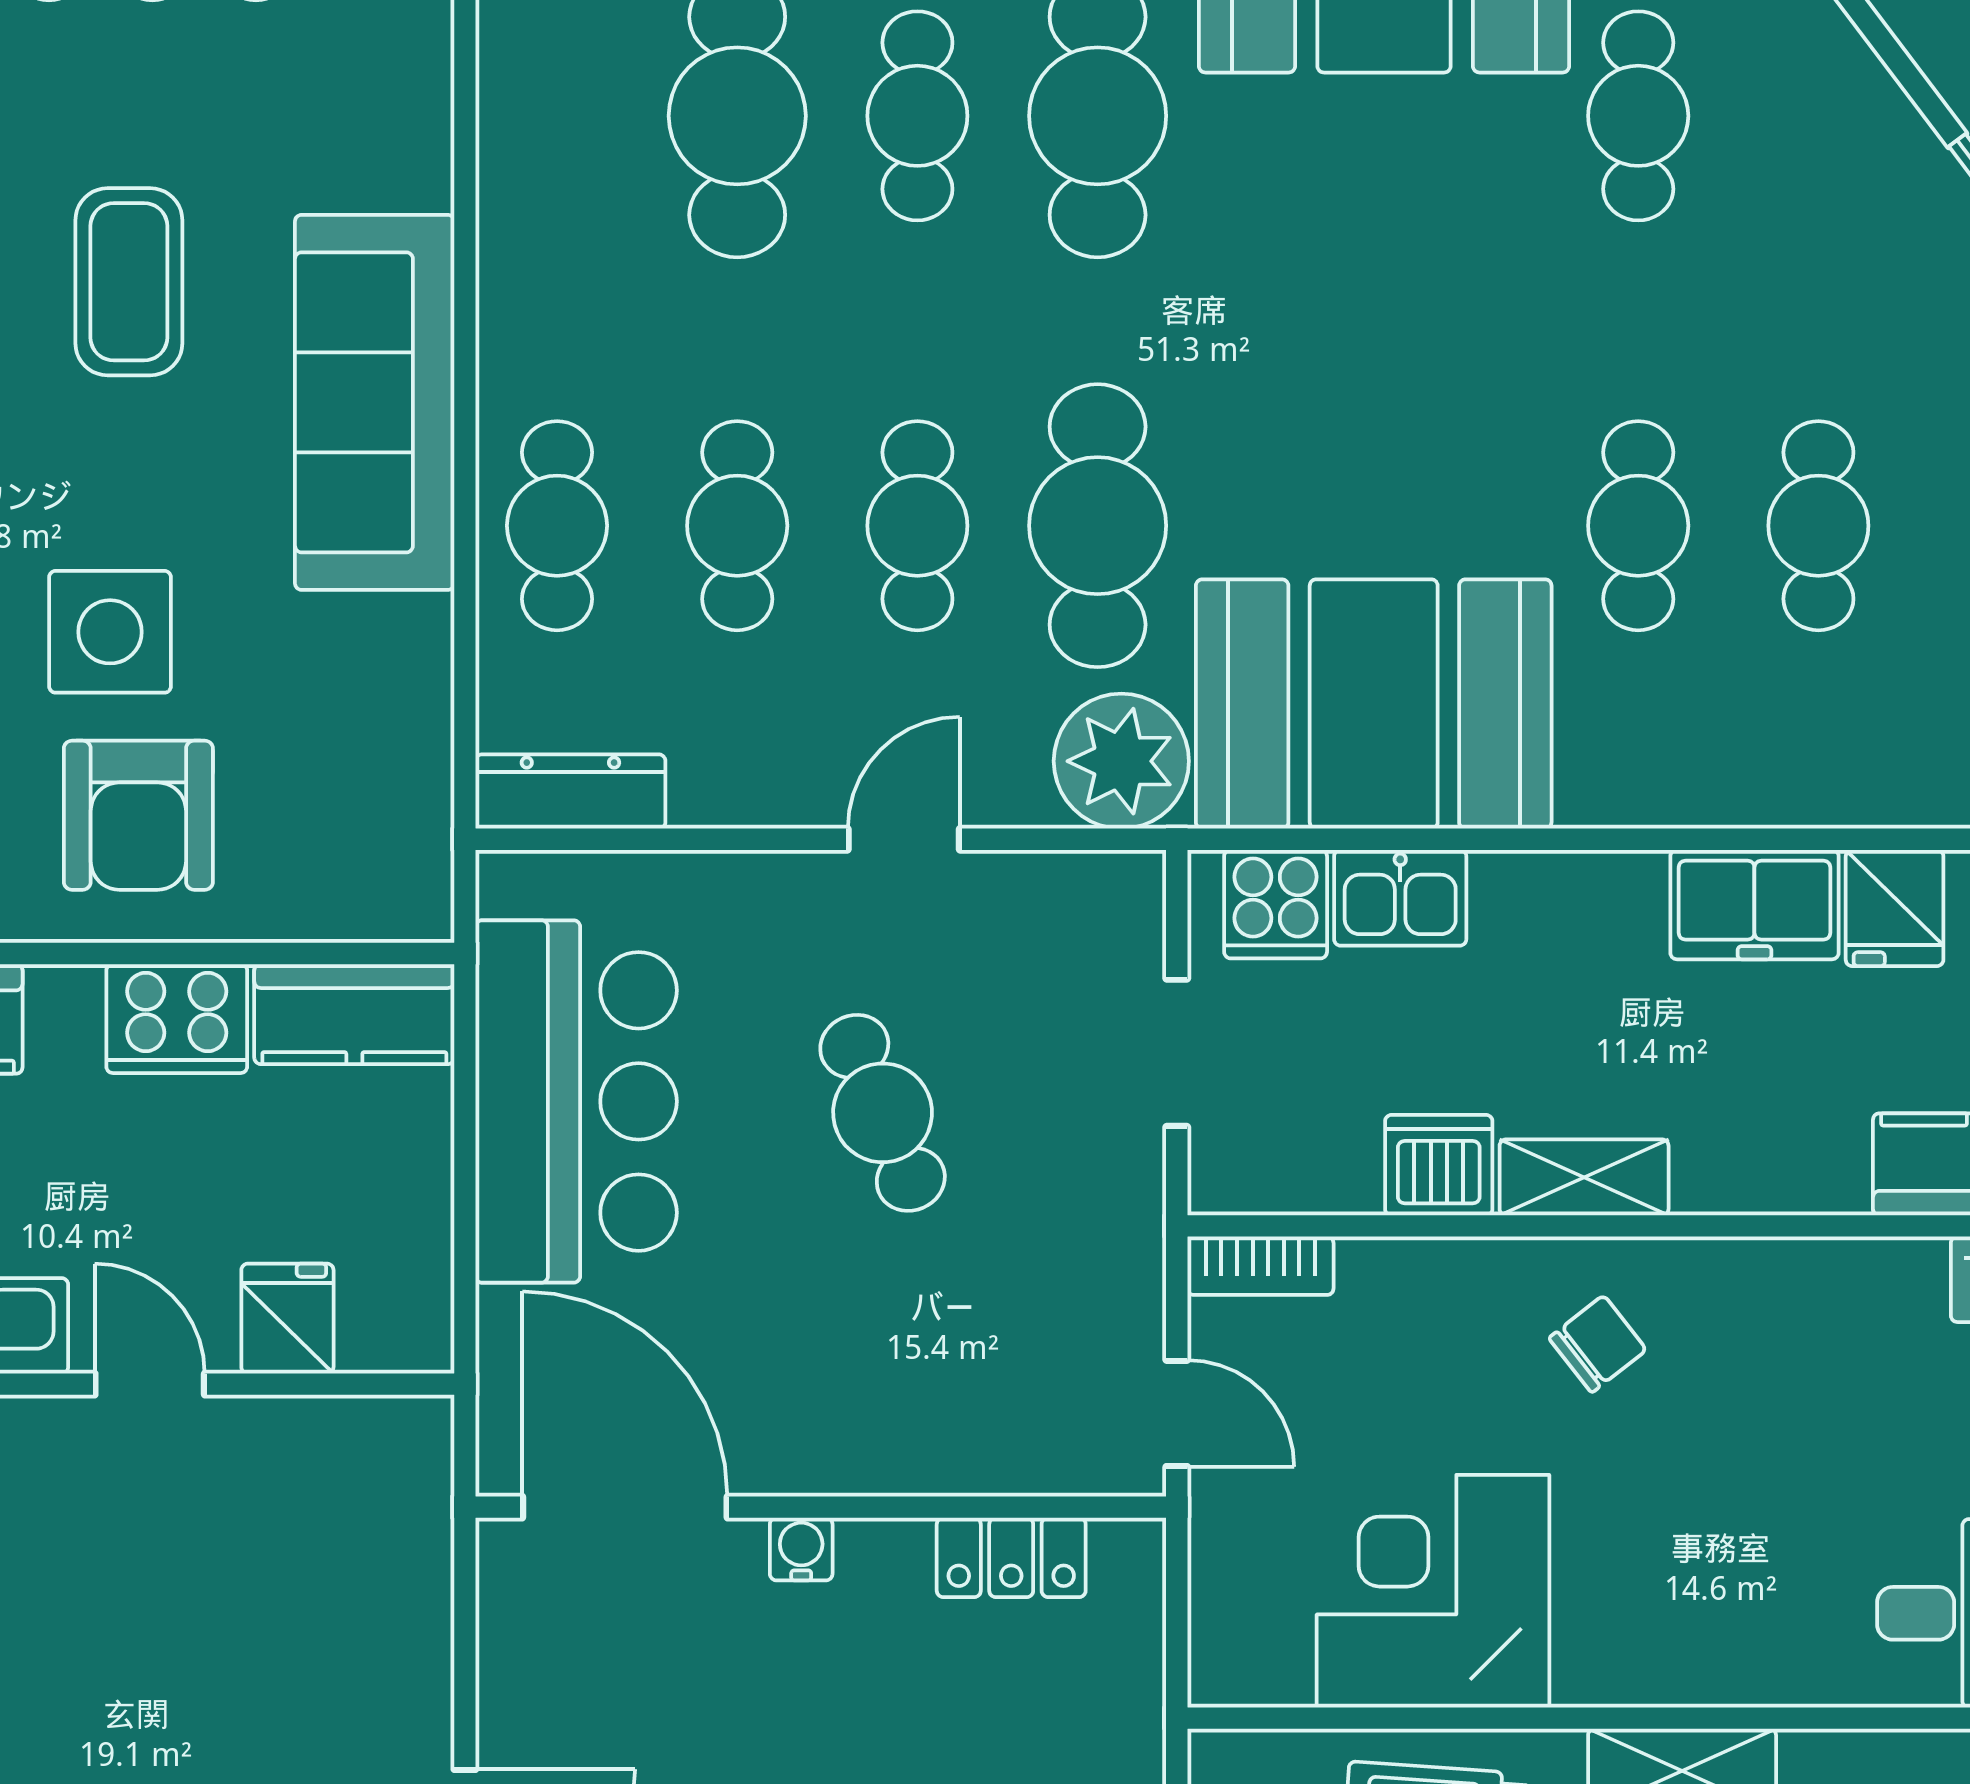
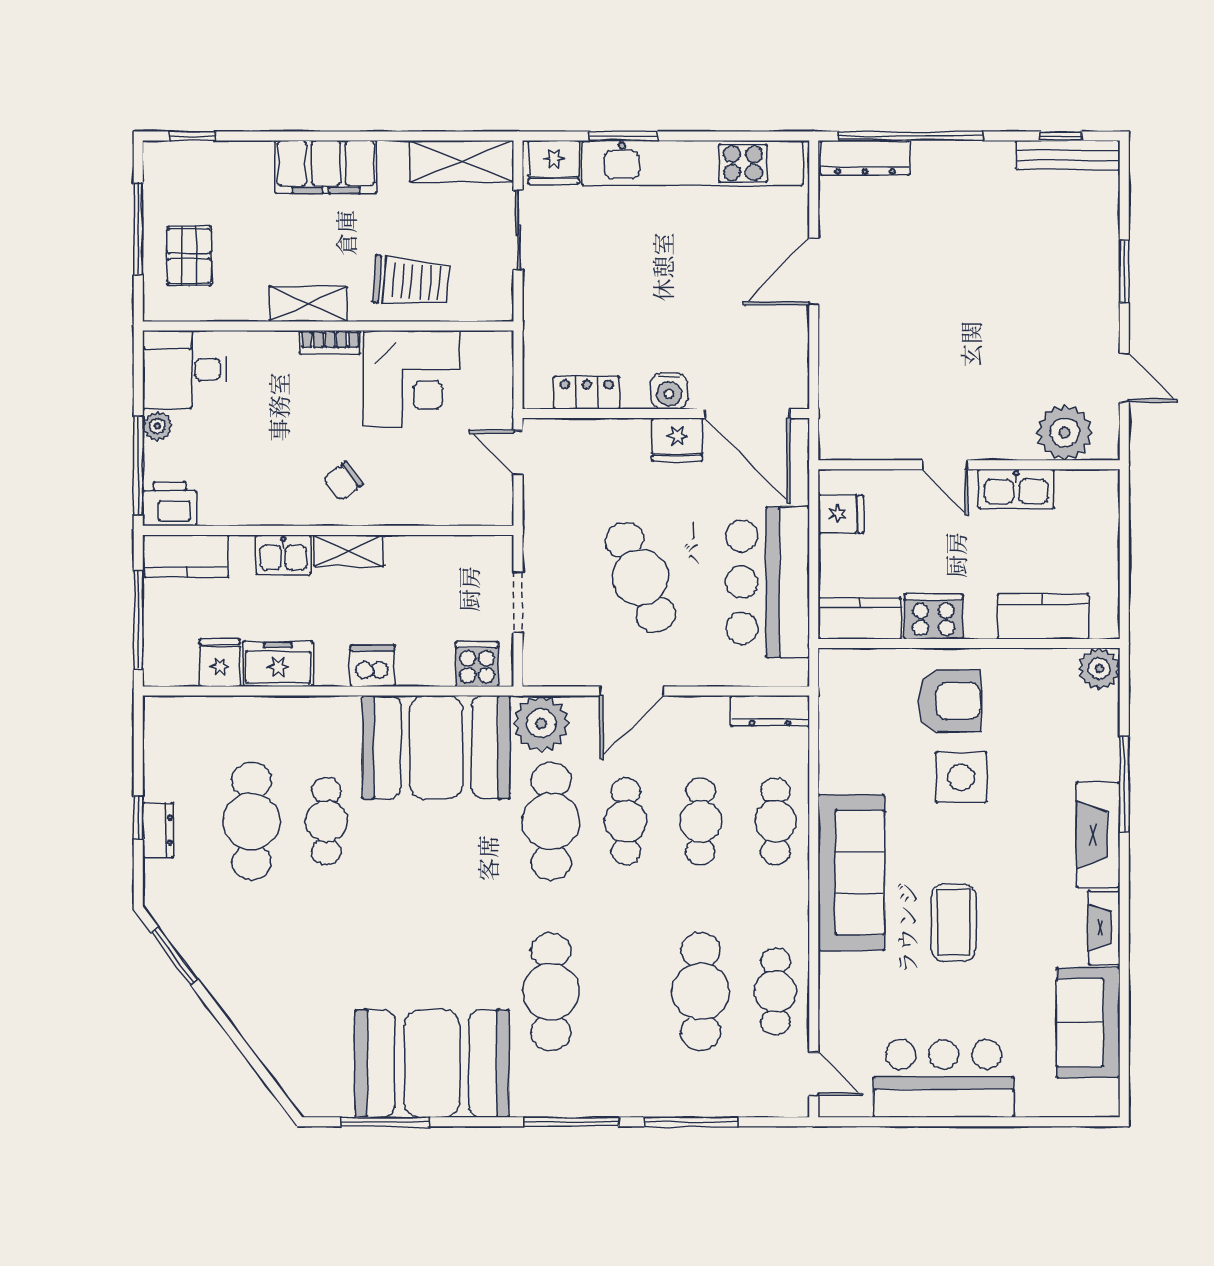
cafe table: (917, 116) -> (776, 992), moved
cafe table: (1638, 116) -> (326, 992), removed
cafe table: (1818, 526) -> (251, 821), width x1.37, depth x1.35
armchair: (138, 815) -> (949, 701), turned 90
door: (904, 839) -> (631, 691), width x1.38
kitchen sink: (1400, 898) -> (283, 555), moved, turned 180
cafe table: (883, 1113) -> (640, 577), width x1.37, depth x1.35
dishwasher: (1439, 1165) -> (372, 666), moved, turned 180
bookcase: (1260, 1266) -> (330, 342), moved, turned 180
fridge: (287, 1319) -> (841, 514), moved, turned -90
fridge: (794, 1444) -> (677, 440), added
water cooler: (801, 1549) -> (669, 391), width x1.38, depth x1.38

